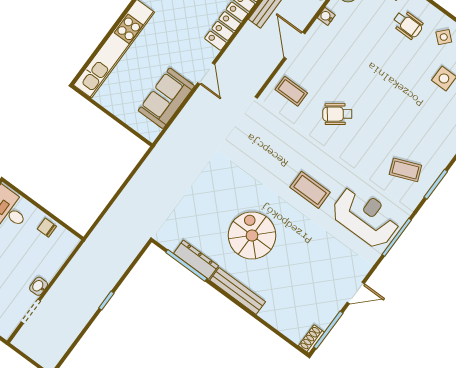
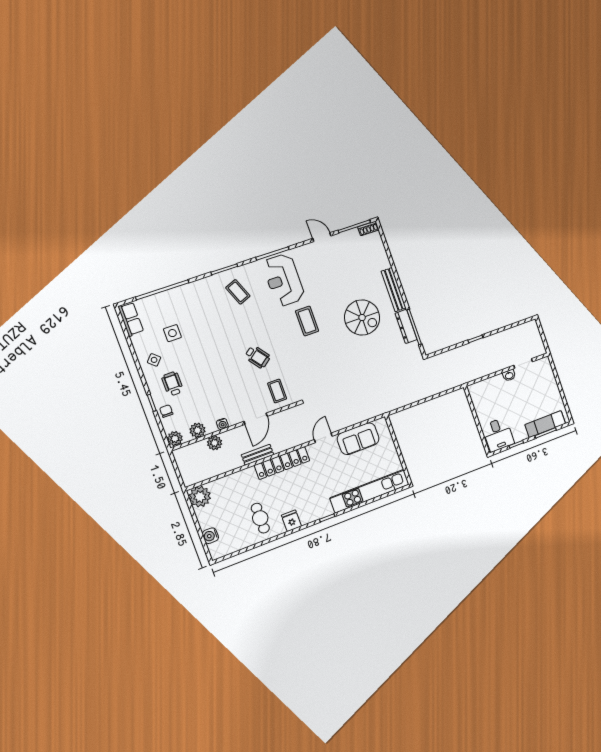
chair: (47, 228) -> (481, 407), removed
spiral stairs: (252, 235) -> (362, 318), turned -90

